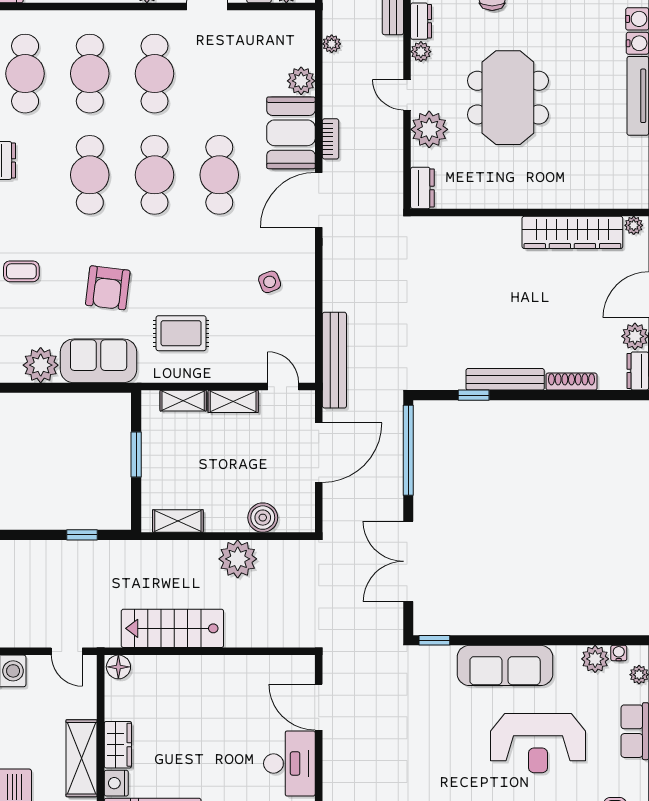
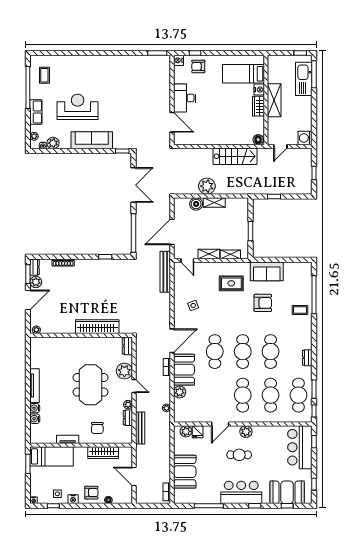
wardrobe: (572, 232) -> (97, 327), moved
armchair: (108, 288) -> (263, 303), turned 83
plant: (41, 365) -> (292, 270), removed
bench: (505, 379) -> (92, 263), removed
shelving: (178, 521) -> (214, 202), moved
door: (67, 651) -> (280, 146), swing flipped

